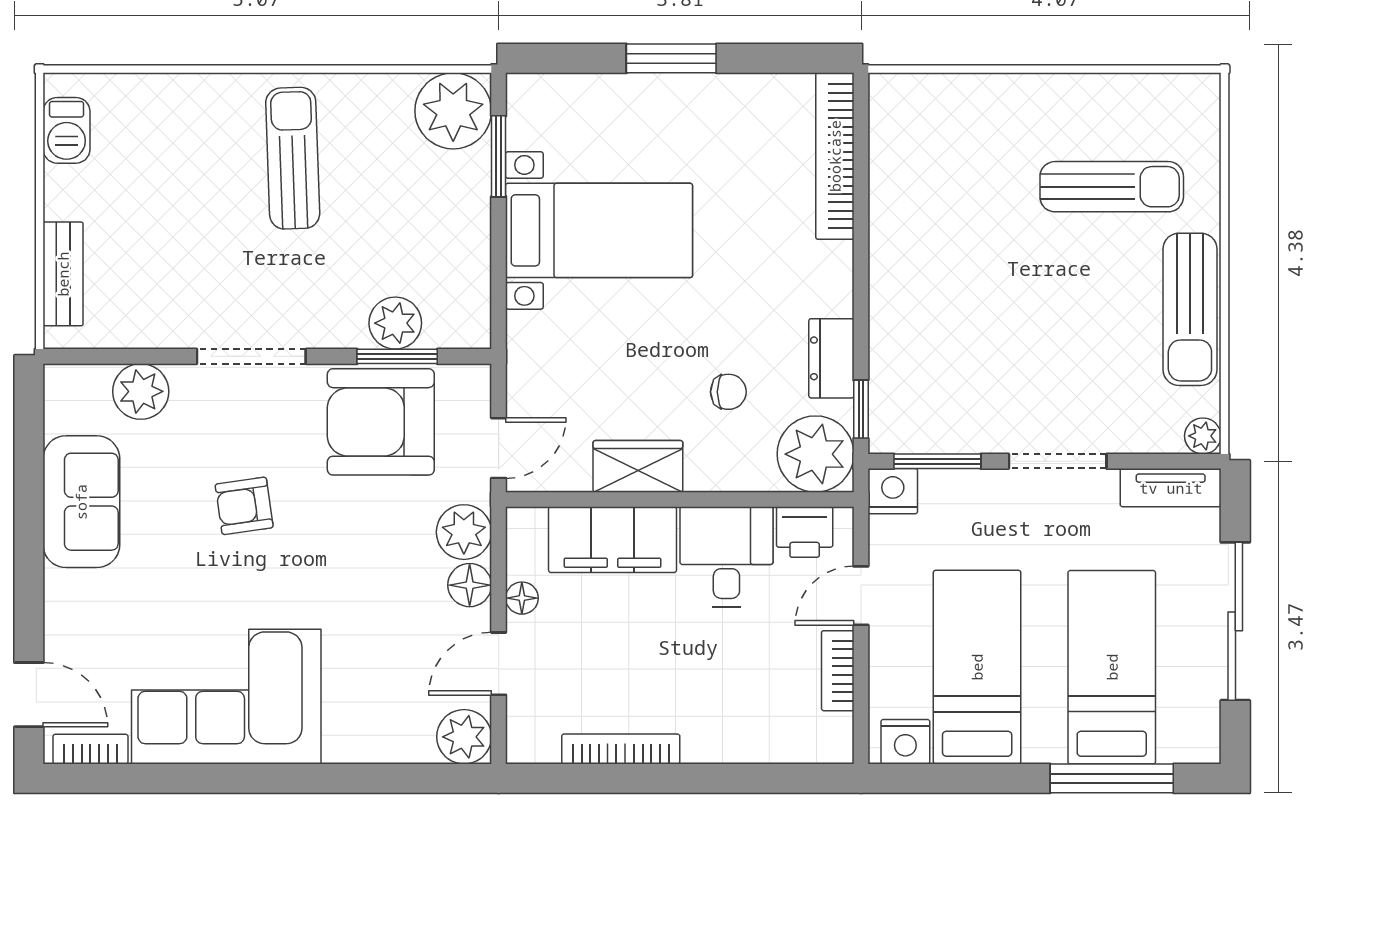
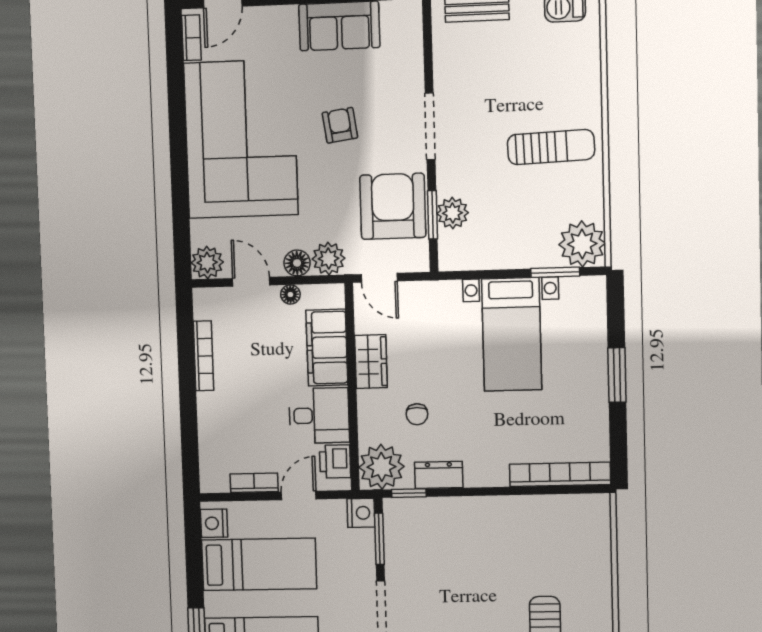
plant: (141, 391) -> (407, 60), removed
door: (861, 596) -> (299, 495), hinge flipped
corner sofa: (226, 697) -> (241, 139), width x1.36, depth x1.36

